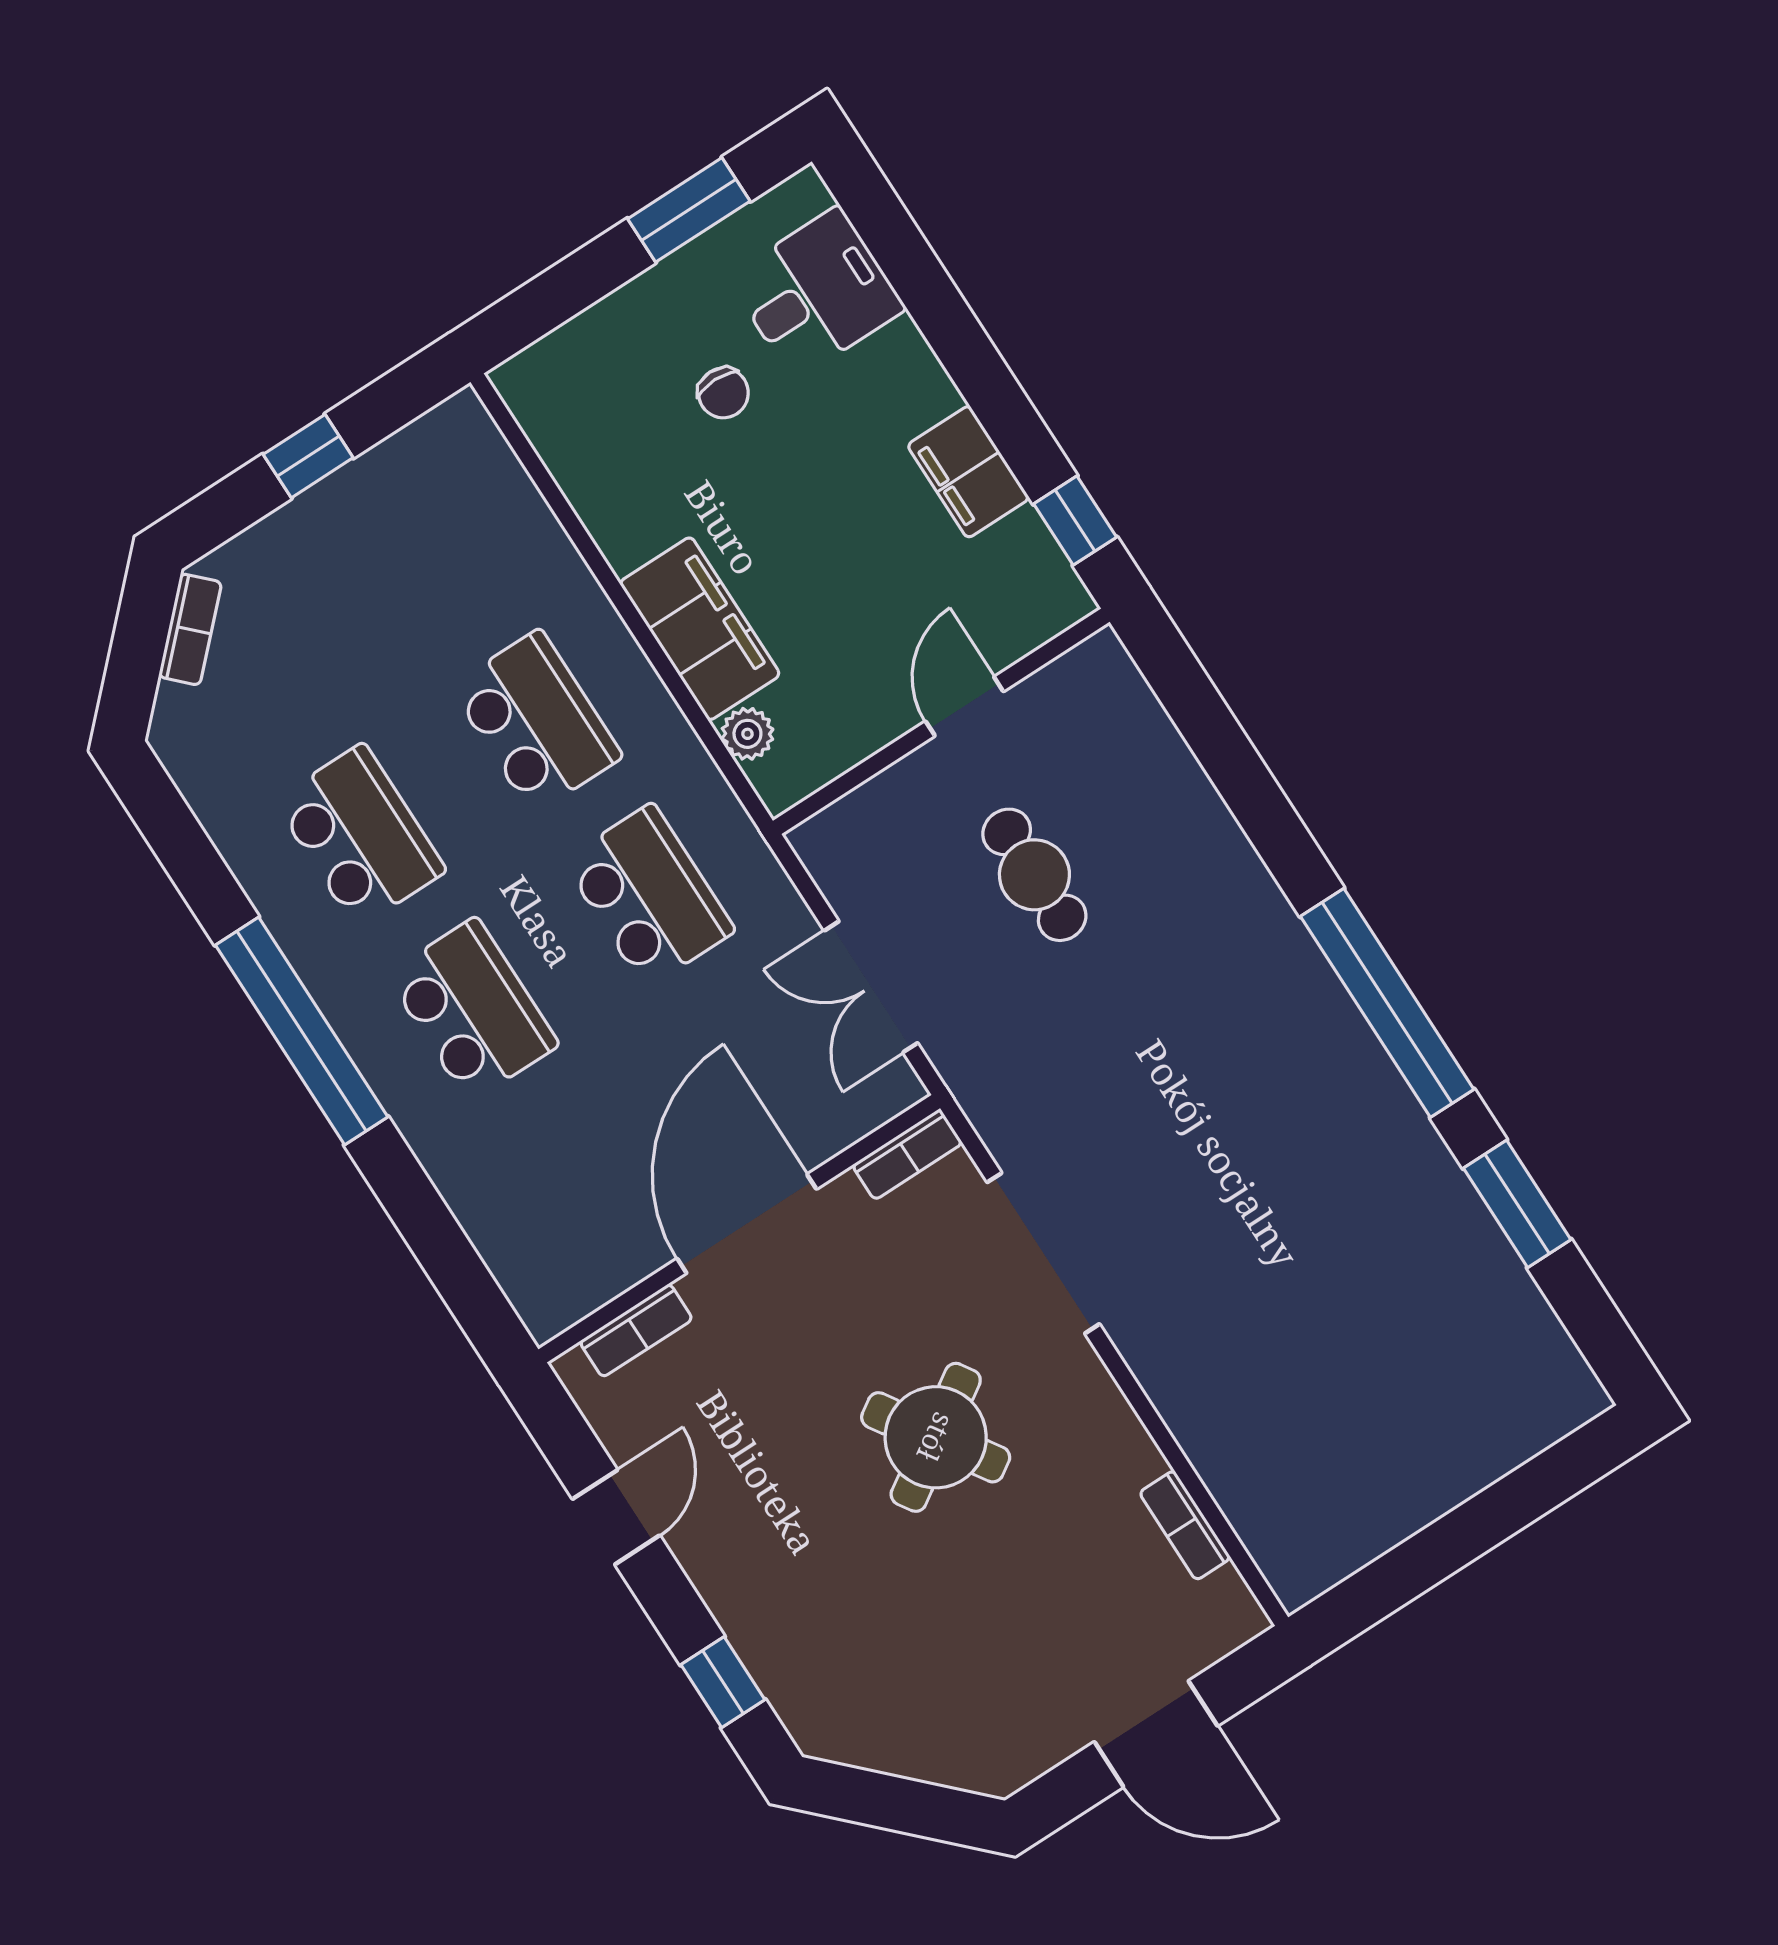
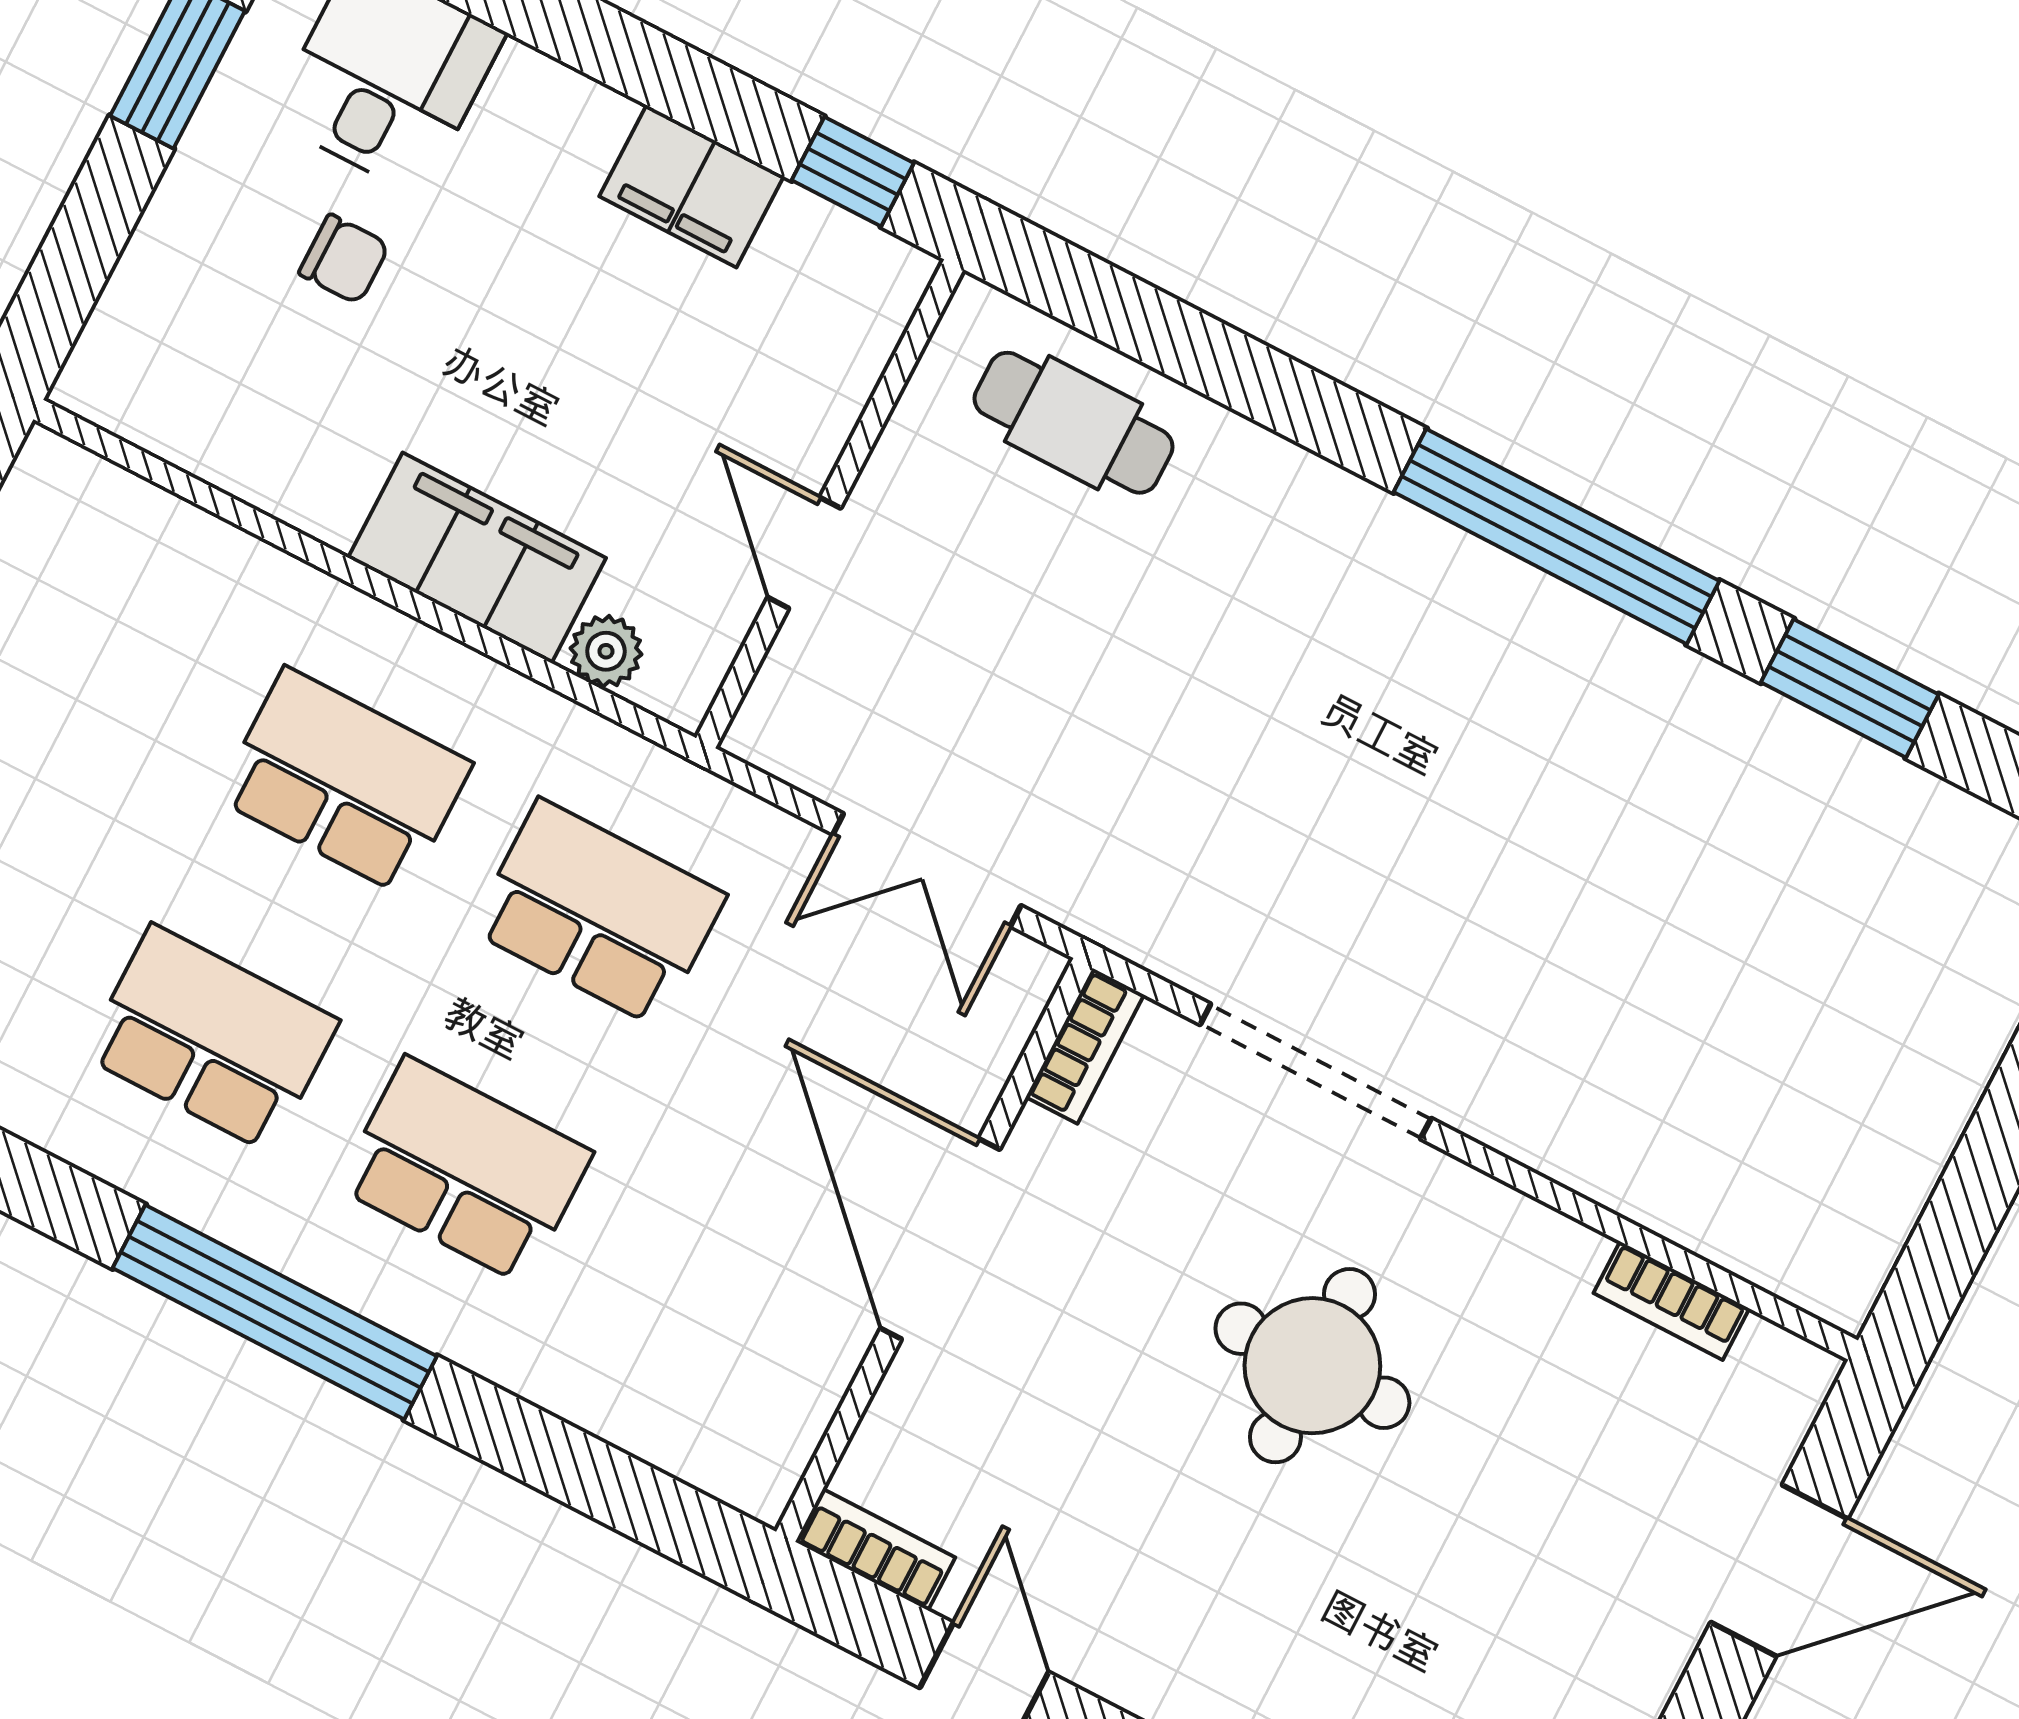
door: (964, 706) -> (804, 553), moved
cafe table: (1034, 875) -> (1074, 423), moved
bookcase: (636, 1330) -> (875, 1550), moved, turned -90
round table: (936, 1437) -> (1312, 1366), turned 33

